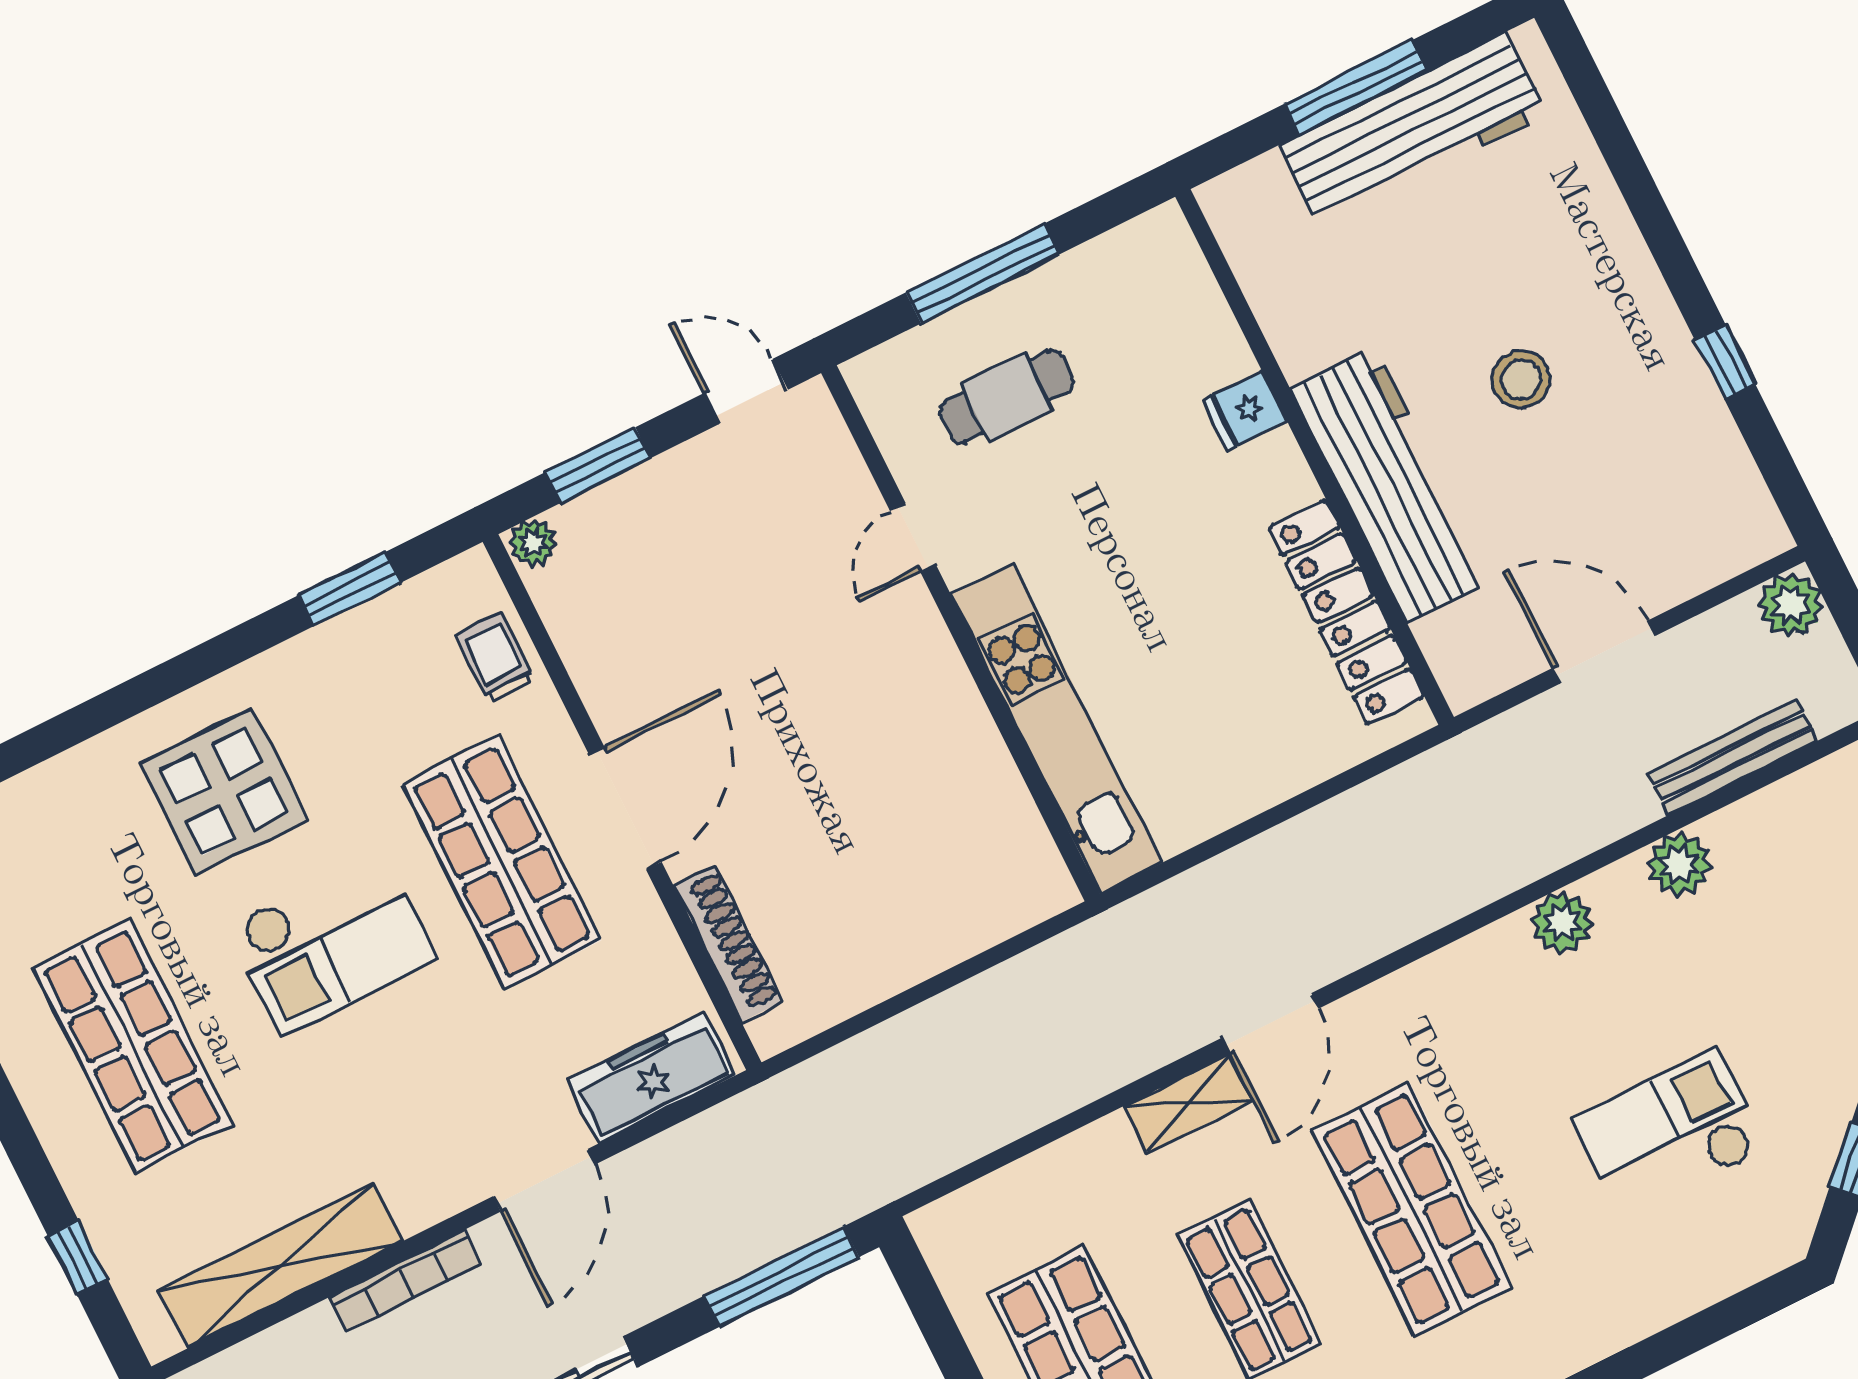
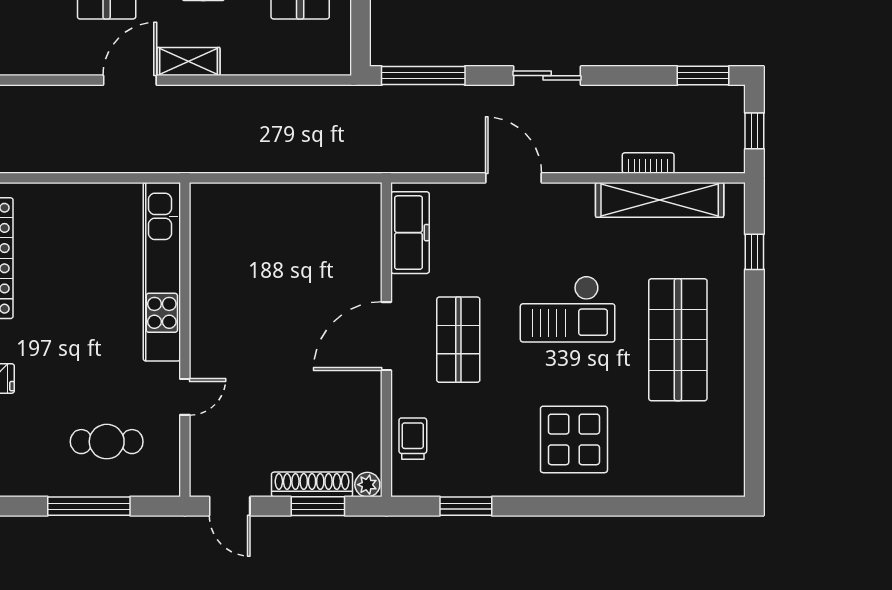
trolley: (495, 658) -> (413, 439), turned 180
shop shelf: (501, 862) -> (458, 340), width x0.70, depth x0.74
checkout: (332, 943) -> (568, 309), moved, turned 180
shoe rack: (728, 943) -> (312, 484), moved, turned 90
freezer: (651, 1077) -> (410, 233), moved, turned -90
door: (544, 1180) -> (514, 178), hinge flipped
bookcase: (405, 1281) -> (648, 163), moved, width x0.64

